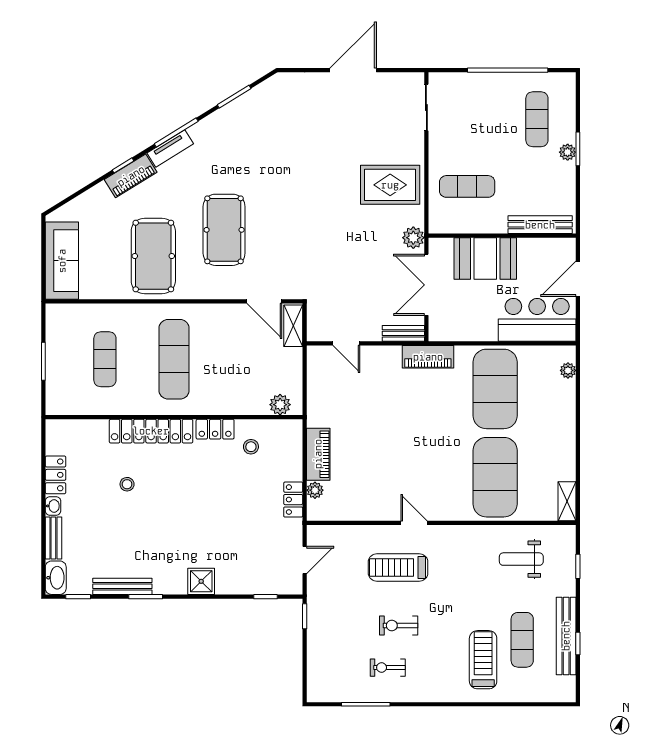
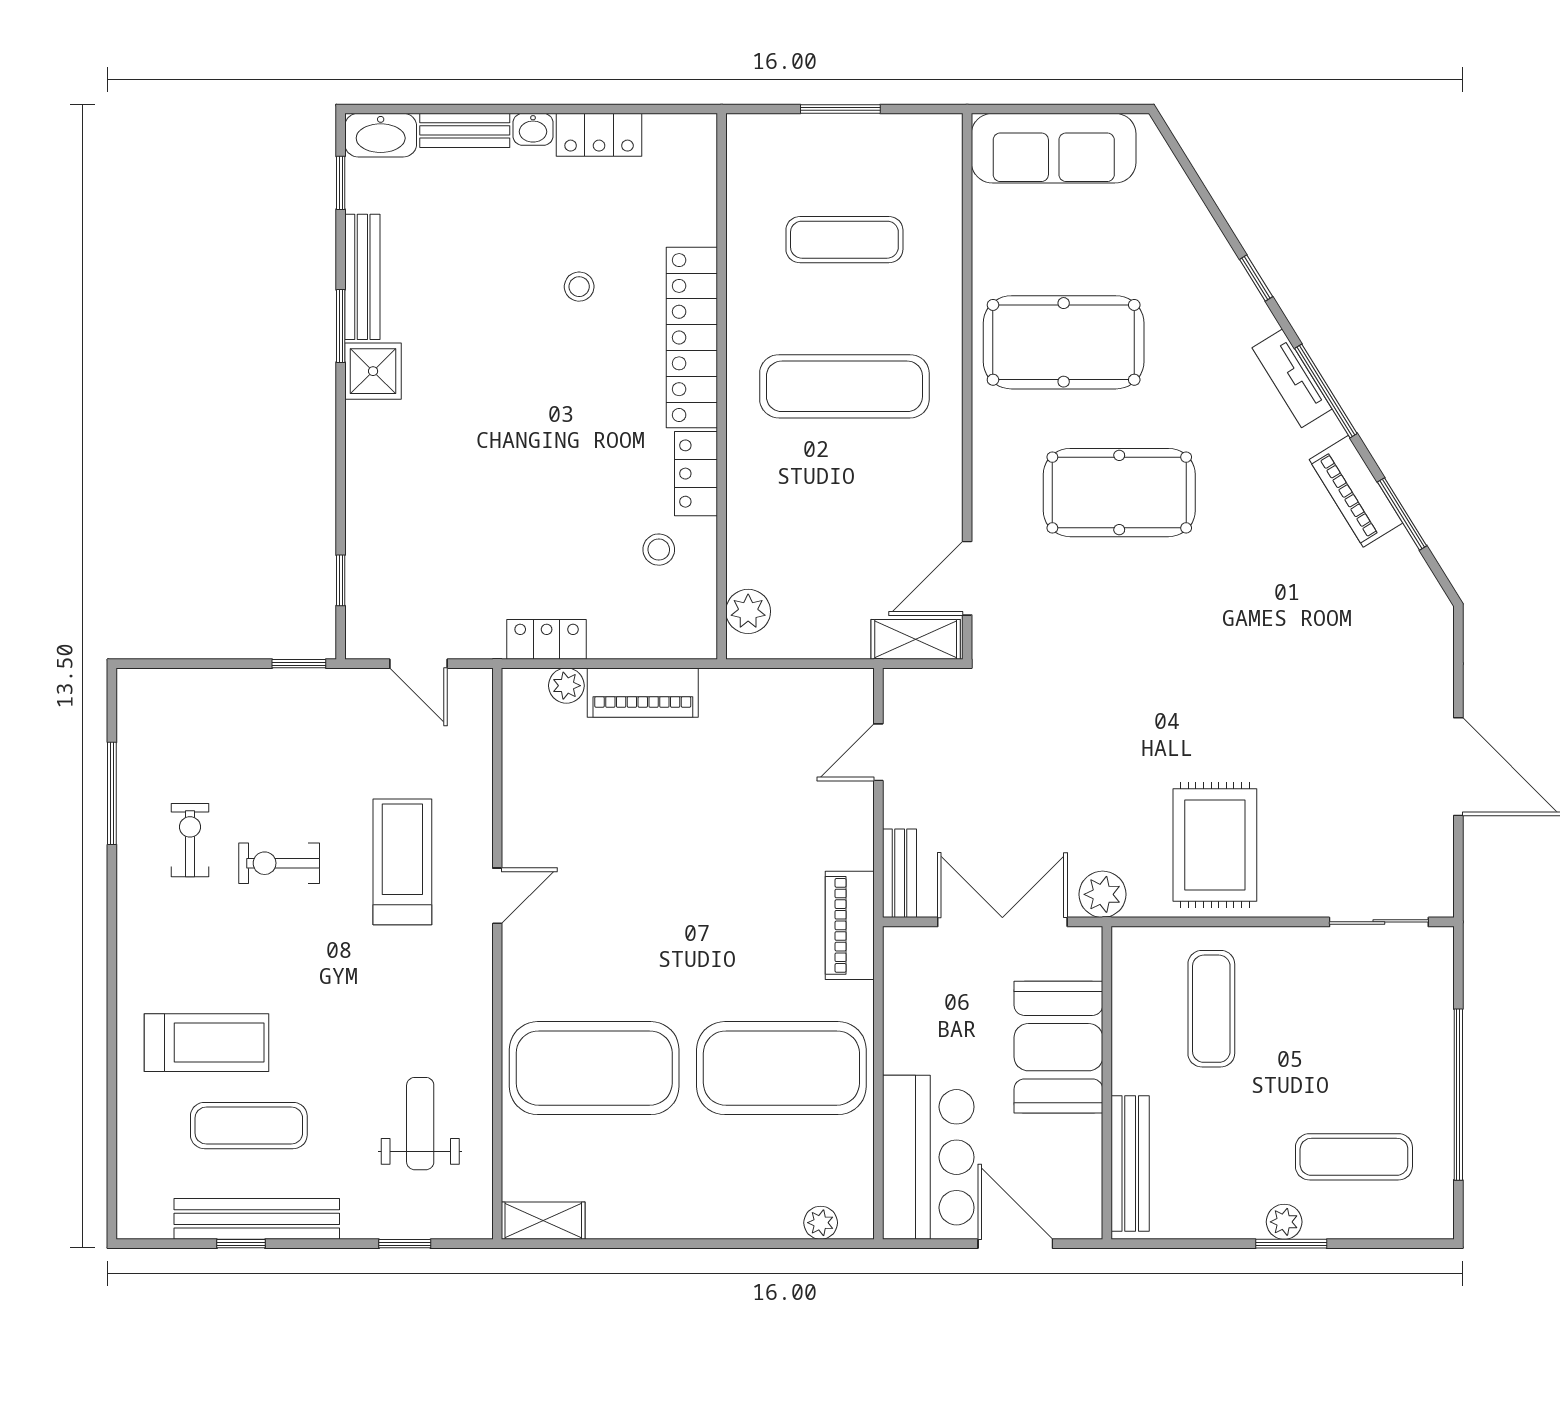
piano: (131, 176) -> (1356, 491), moved
shower: (201, 581) -> (373, 371), moved
exercise bike: (399, 626) -> (279, 863), turned -90

